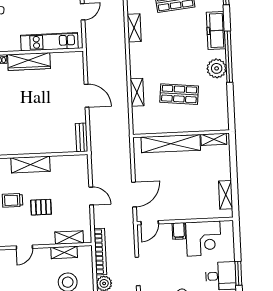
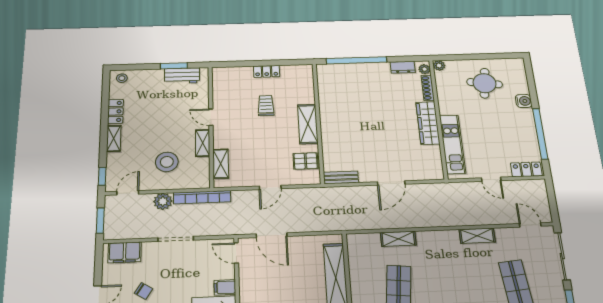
pallet: (41, 207) -> (306, 161), moved, turned 90
shelving: (64, 252) -> (203, 143), moved

